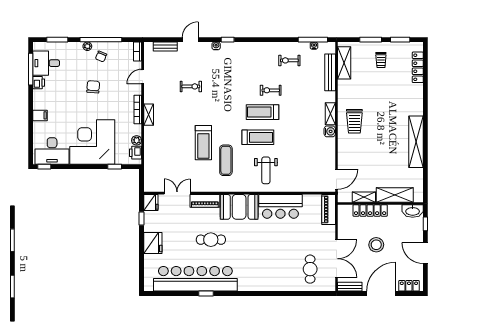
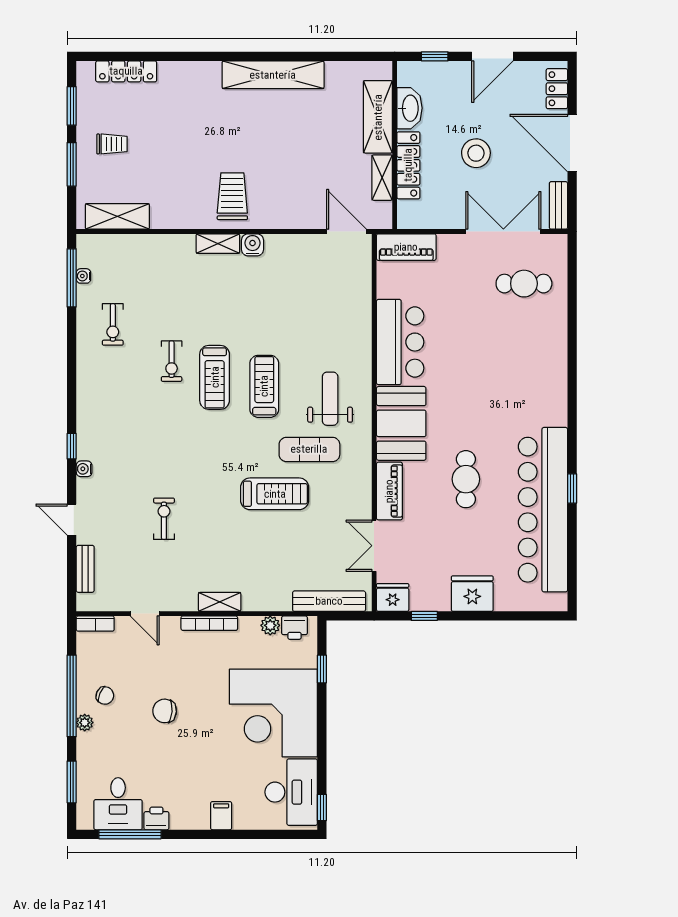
bench: (330, 72) -> (329, 601), moved
trolley: (354, 121) -> (232, 196), turned -90
weight bench: (266, 170) -> (330, 399), moved, turned -90
washbasin: (413, 211) -> (410, 108), moved

